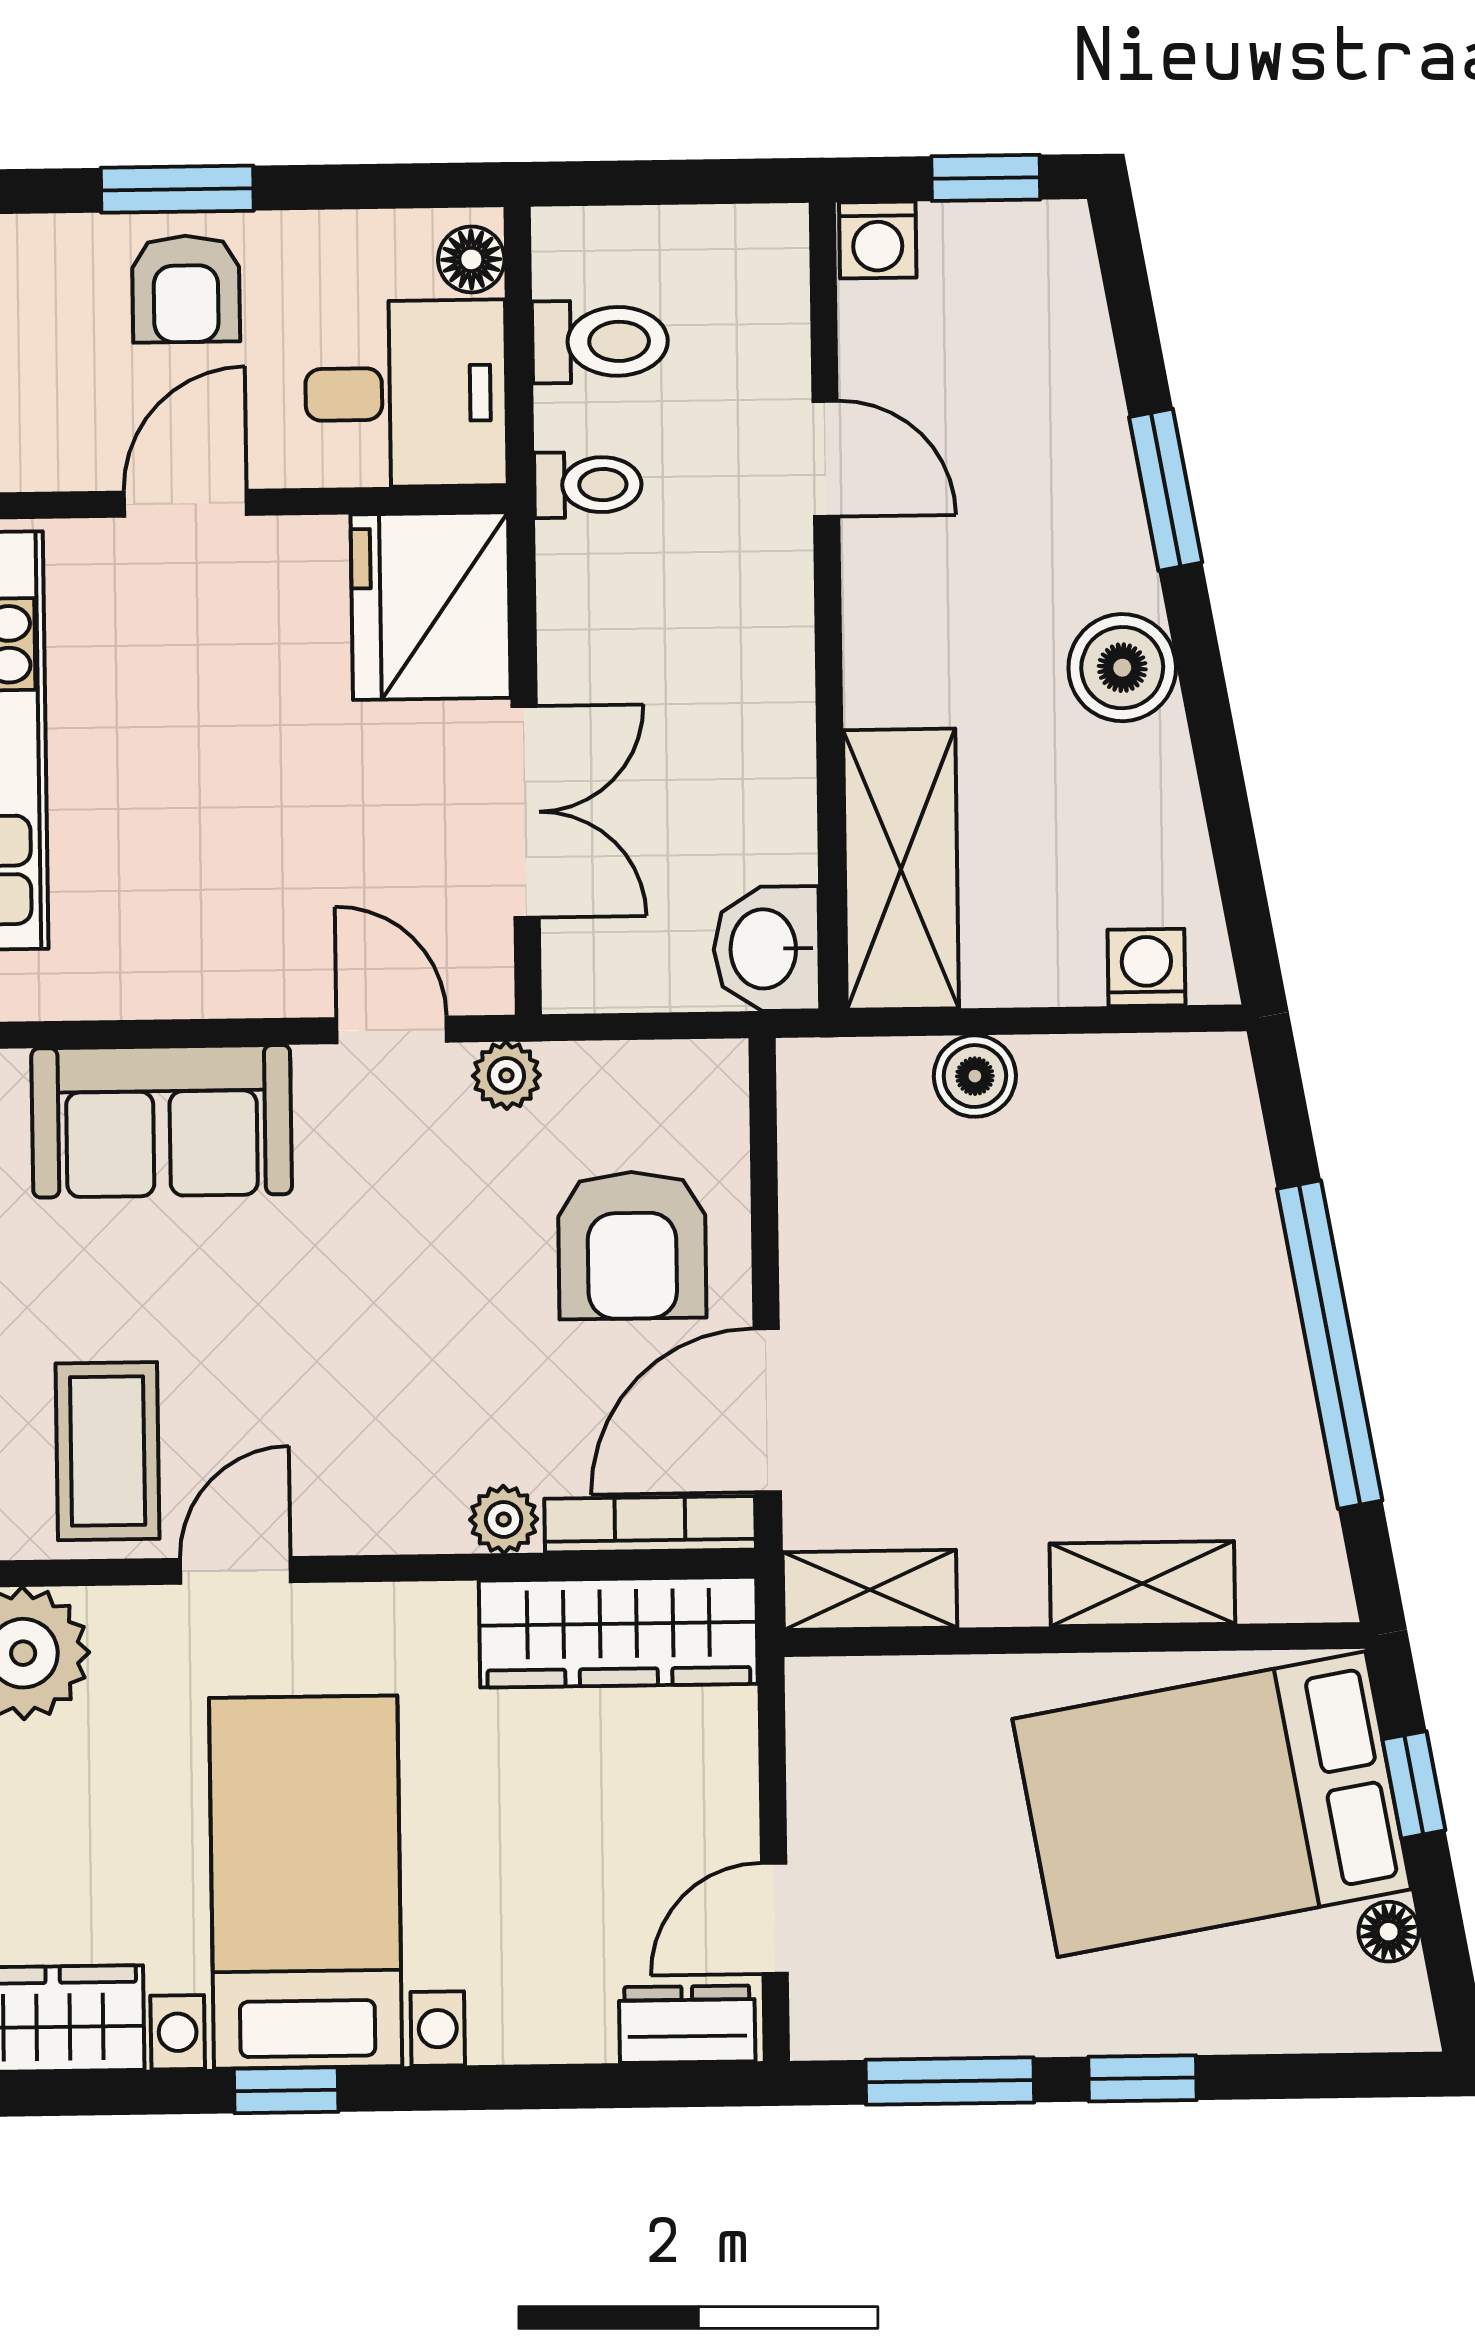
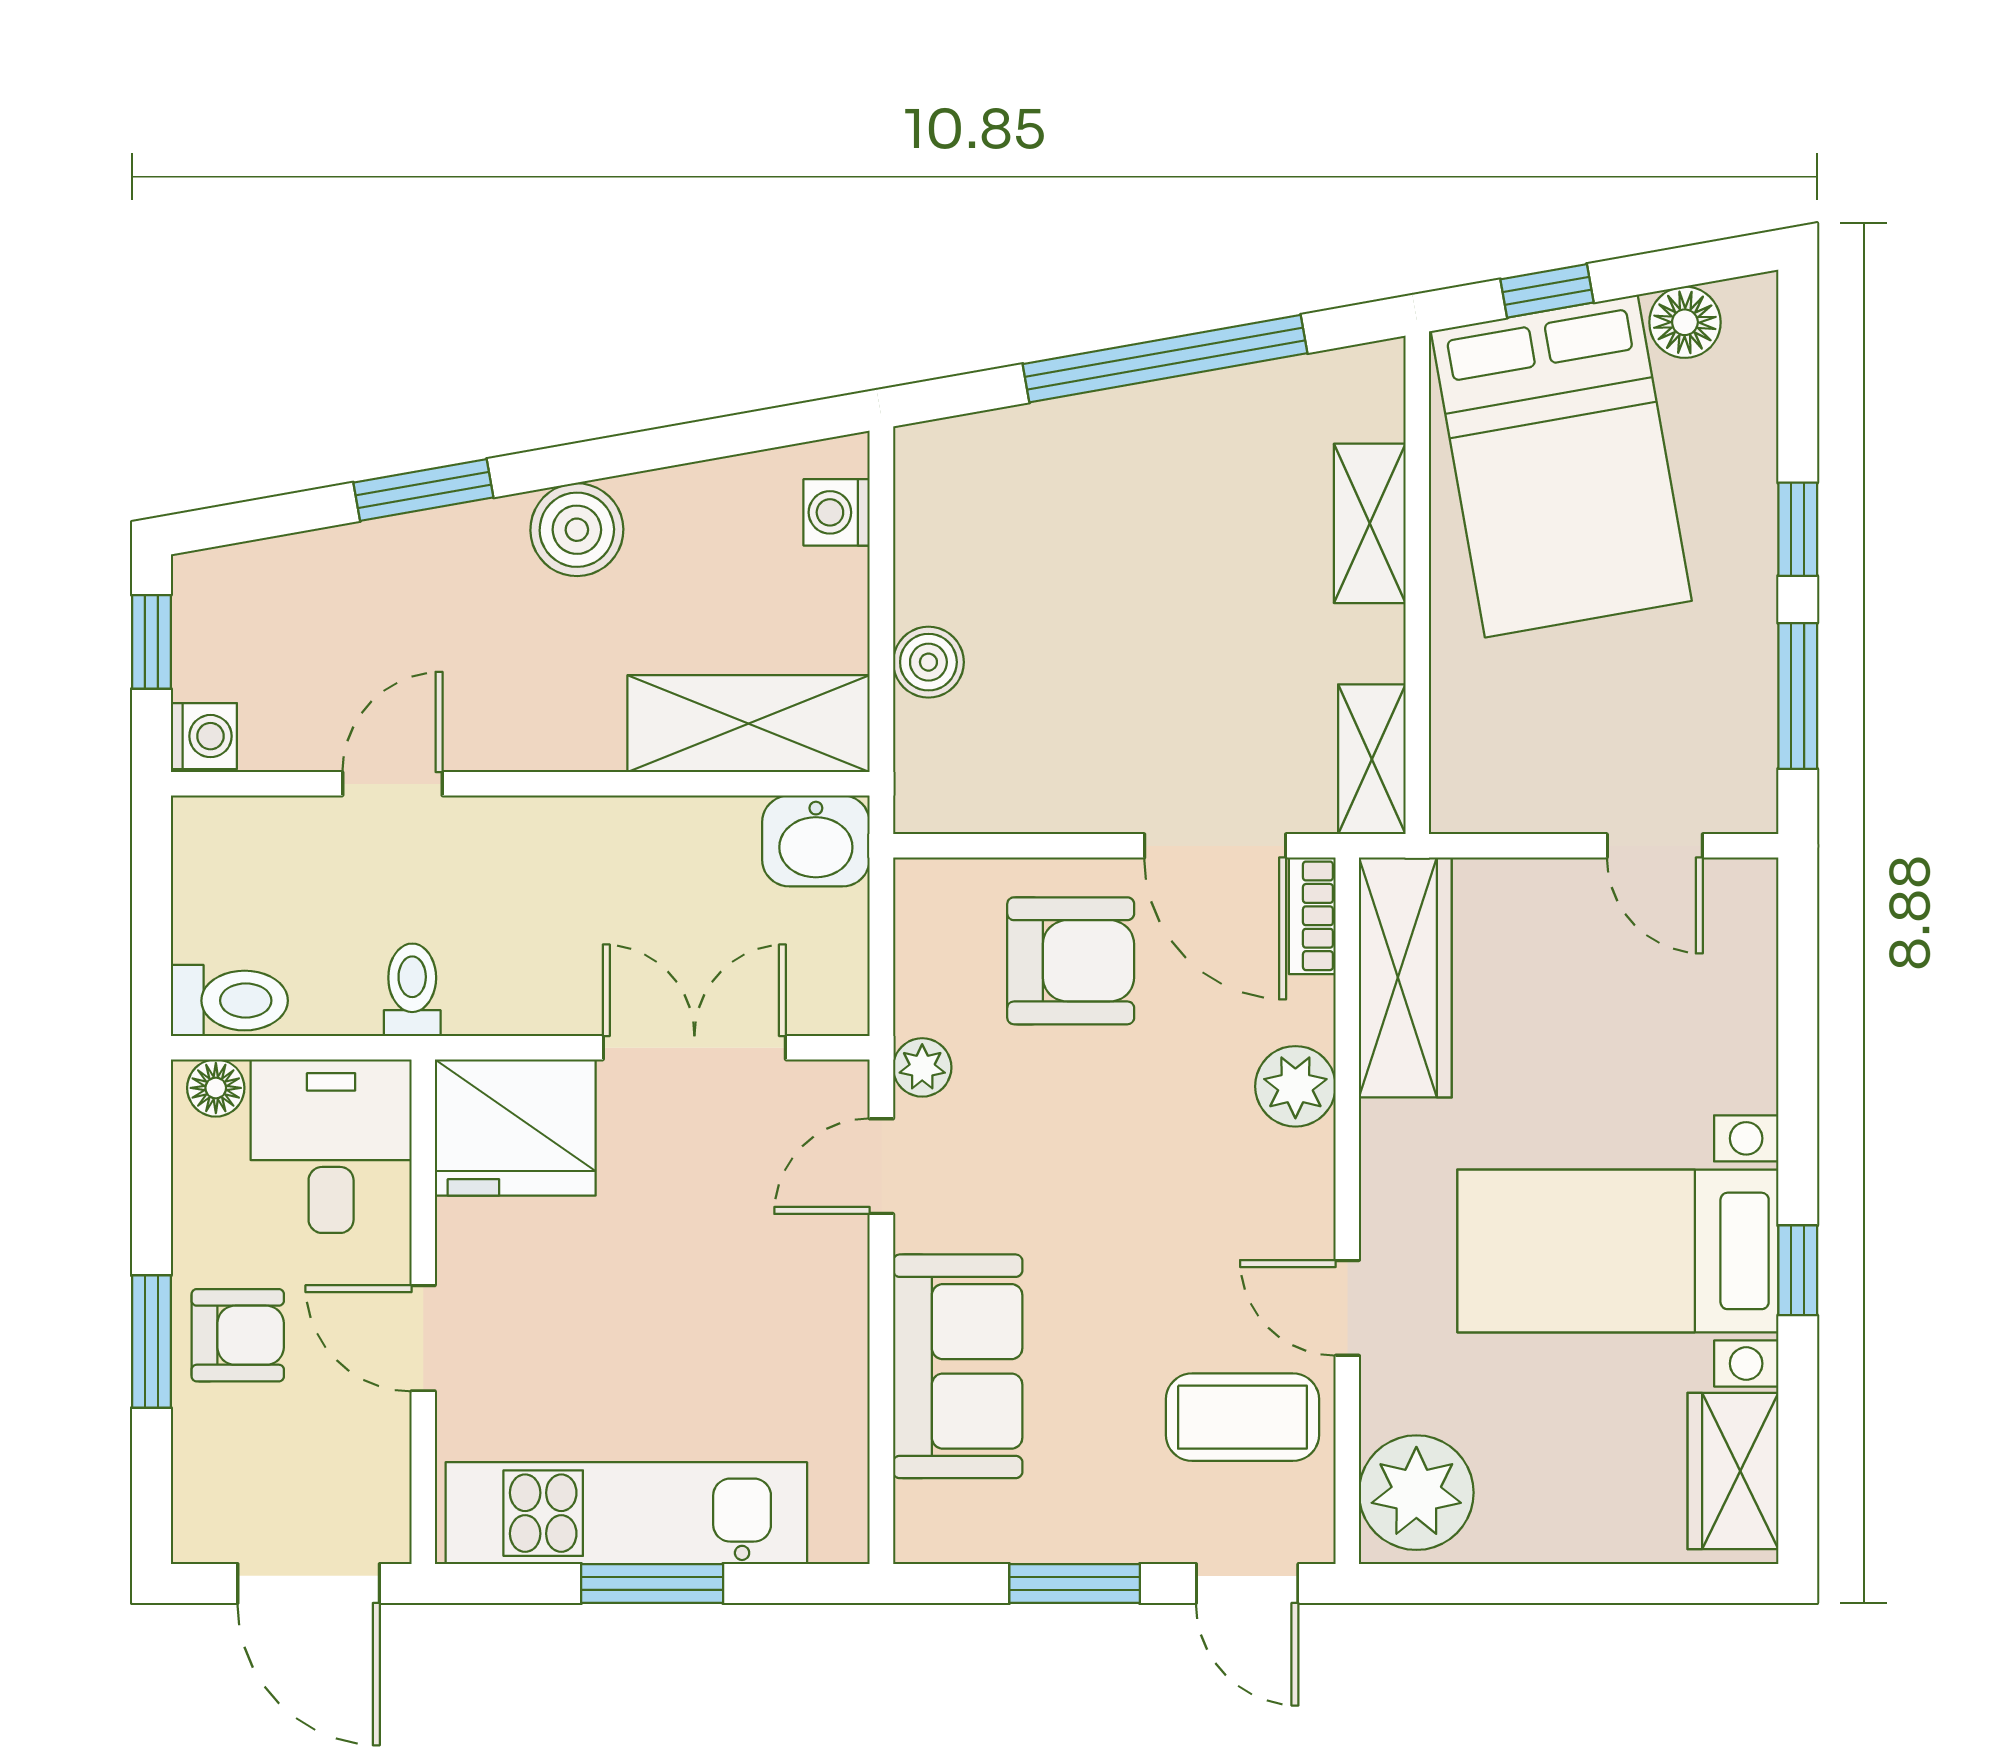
toilet: (600, 342) -> (229, 1001), moved, turned 90
plant: (504, 1519) -> (1295, 1086), width x1.38, depth x1.38
bookcase: (650, 1524) -> (1312, 916), width x0.64
floor lamp: (1389, 1932) -> (1685, 322), width x1.37, depth x1.37
dresser: (687, 2024) -> (1745, 923), removed

